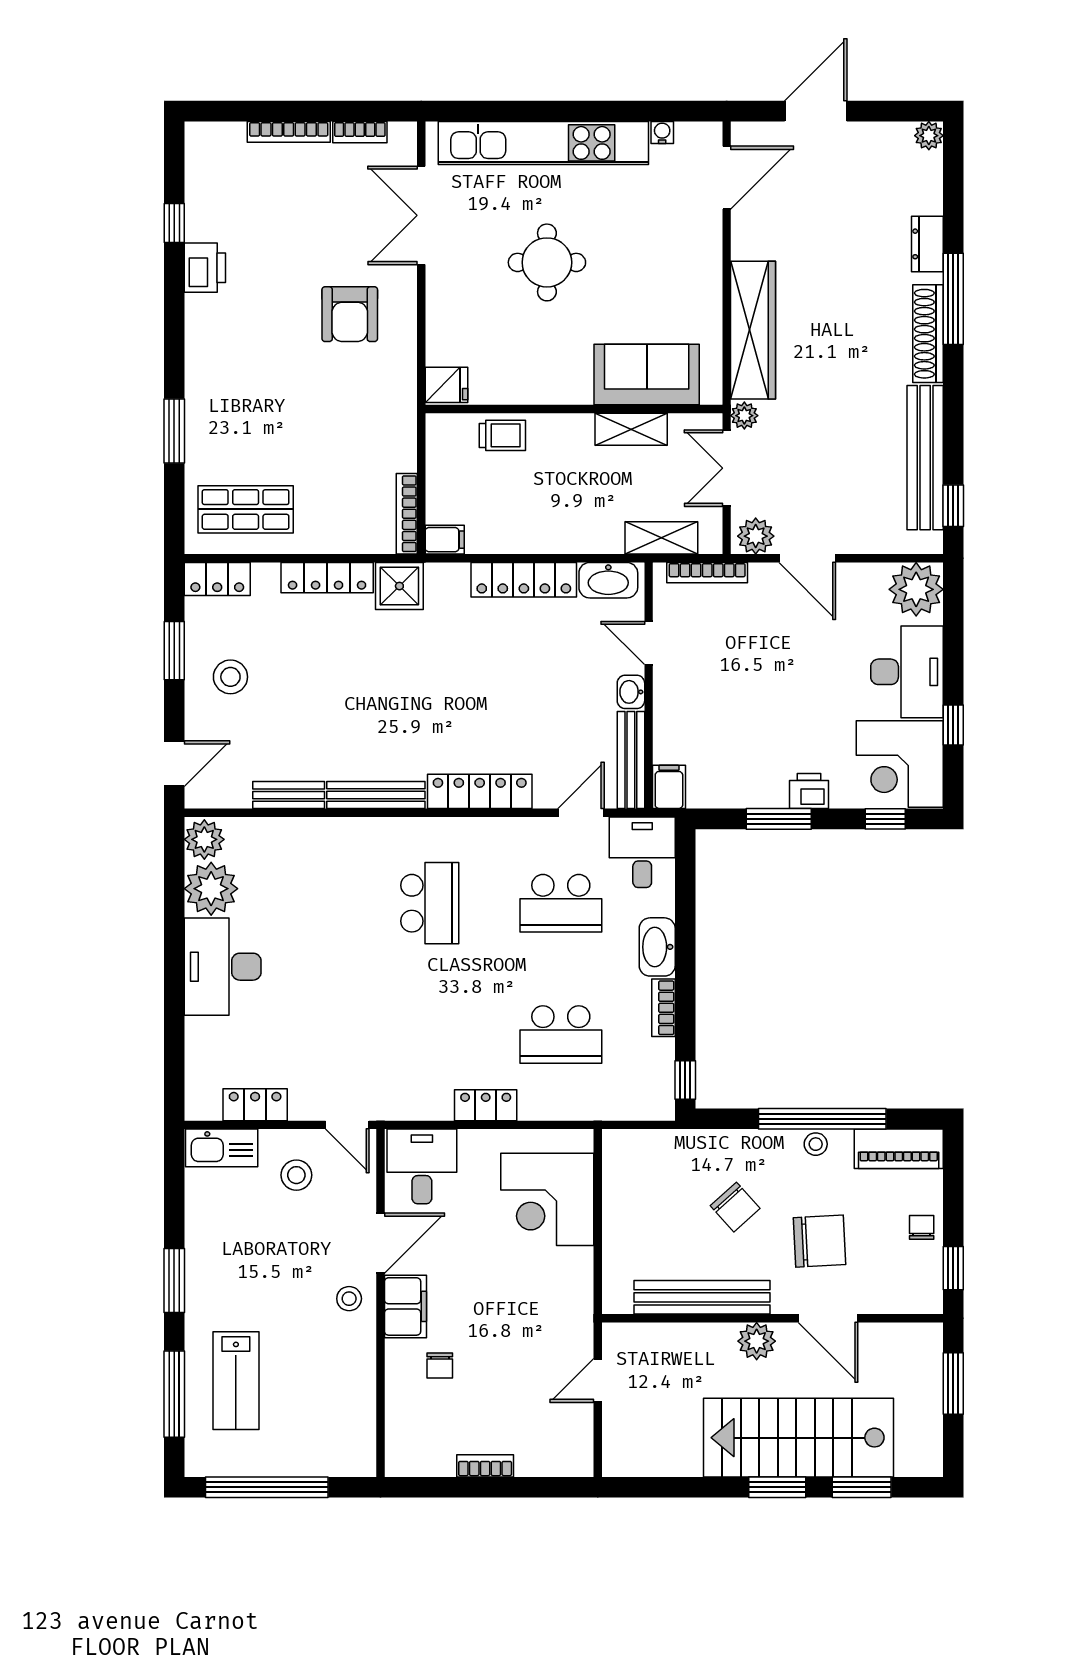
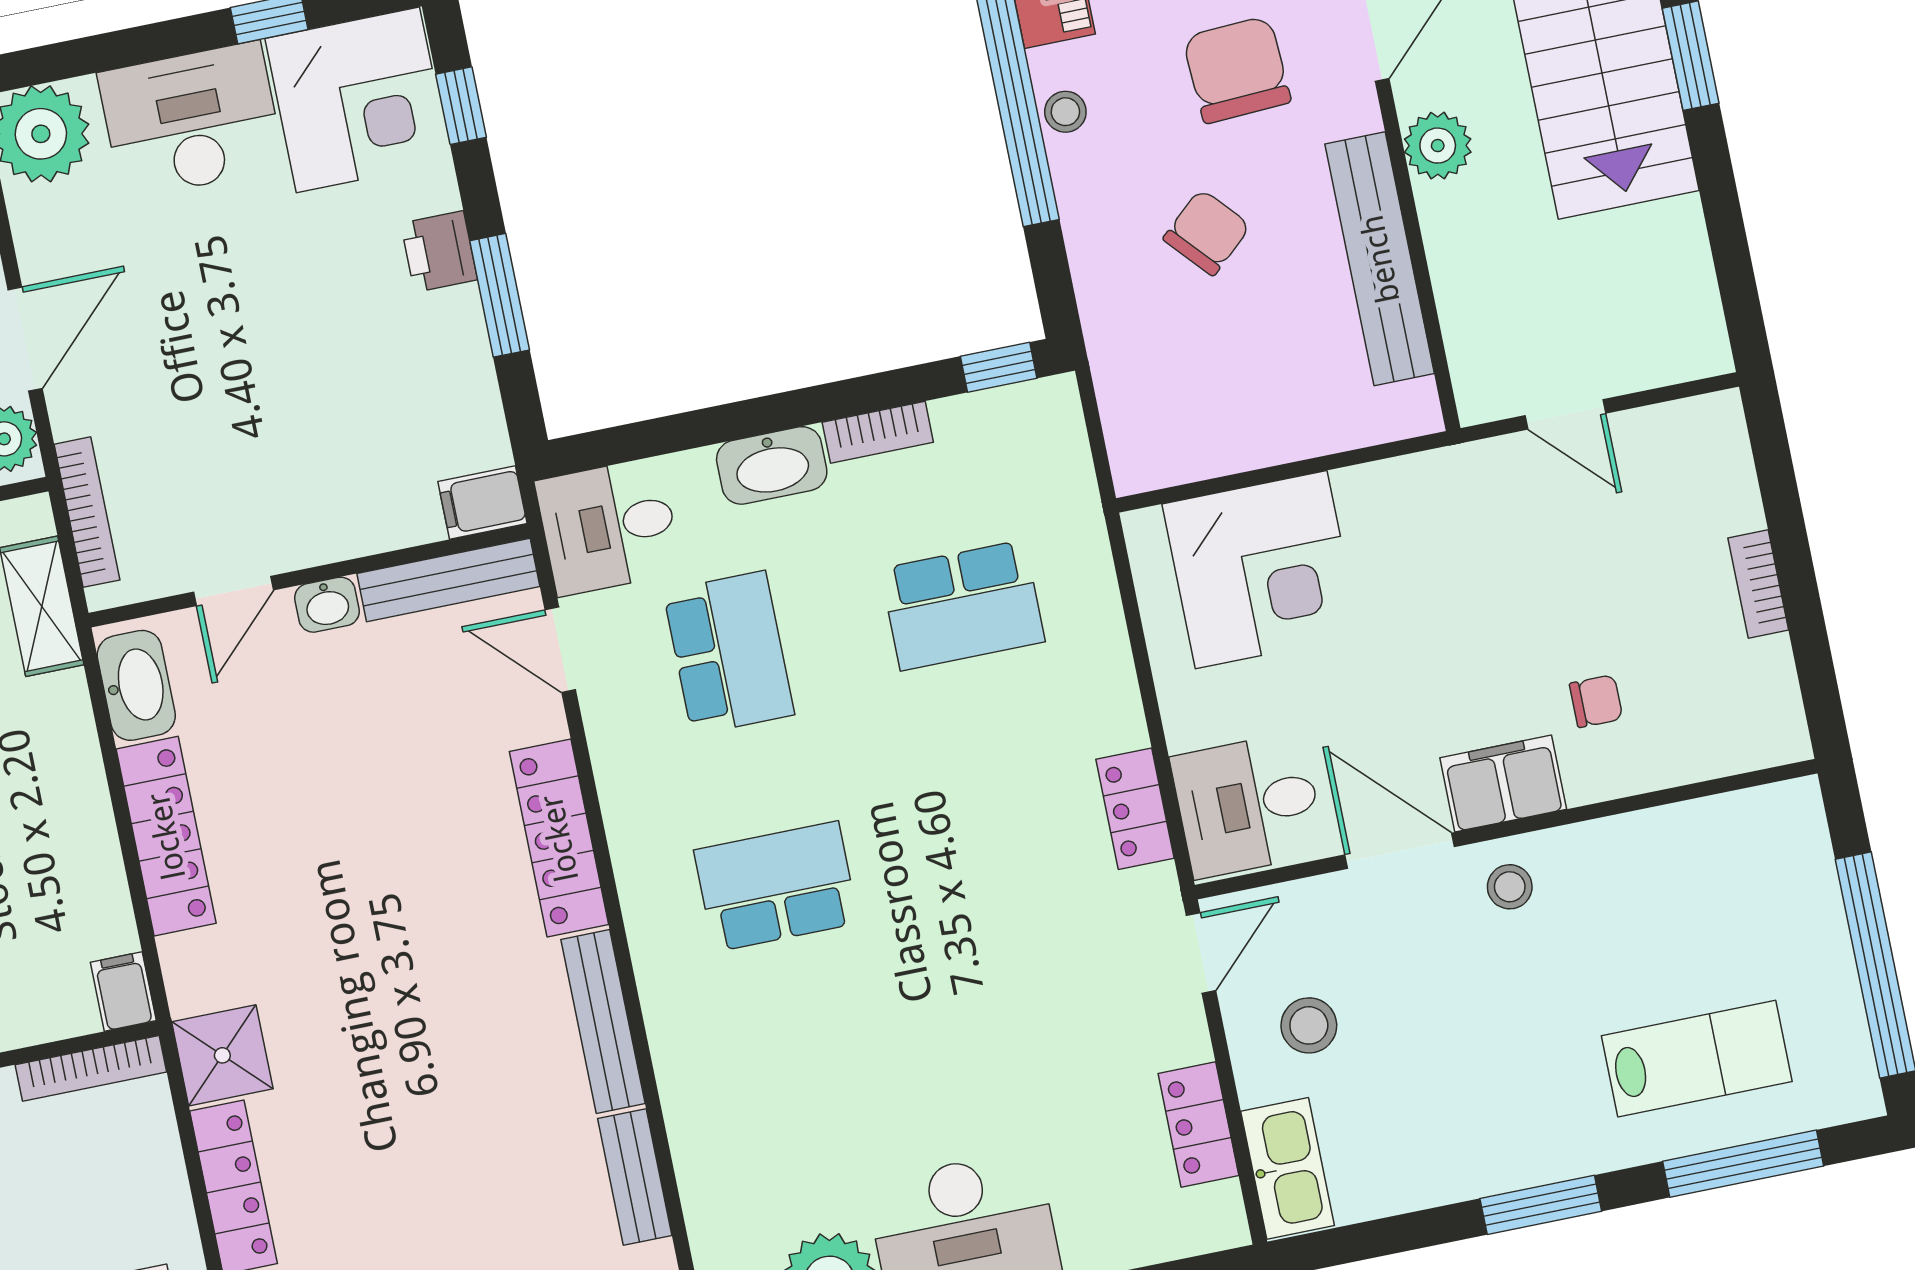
school desk: (561, 1034) -> (963, 605), turned 90
locker: (486, 1105) -> (1135, 809), moved

